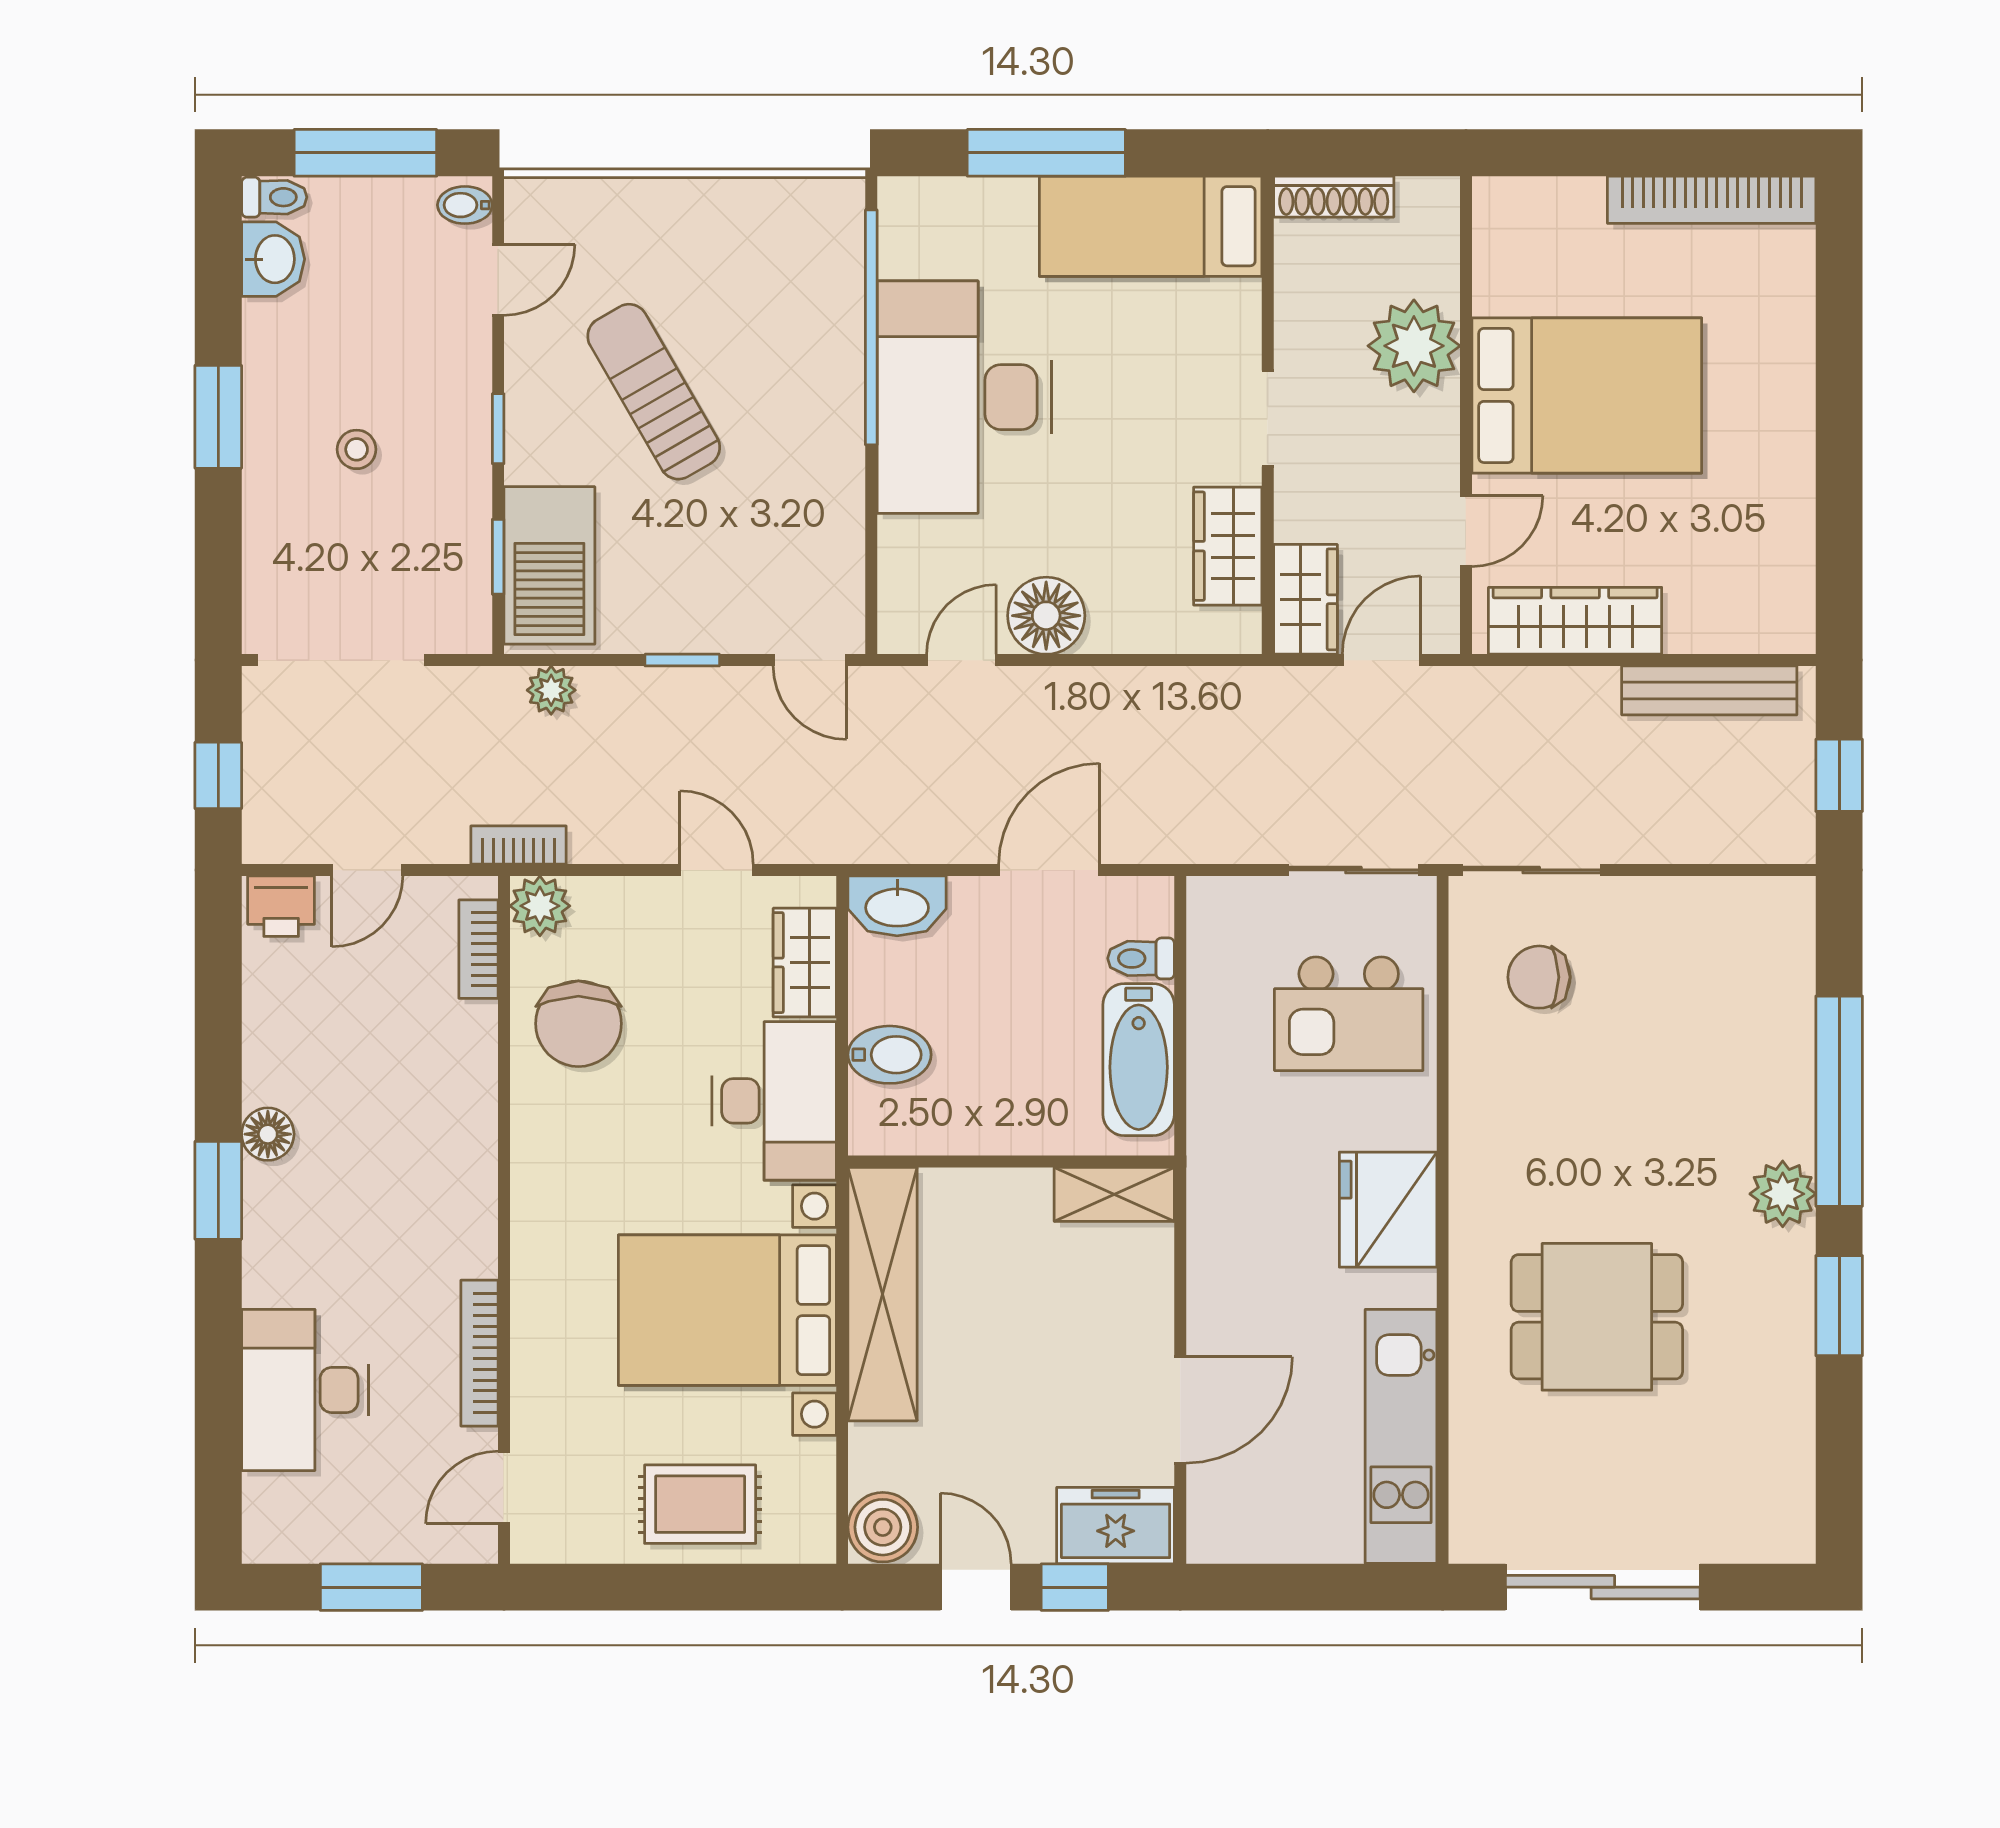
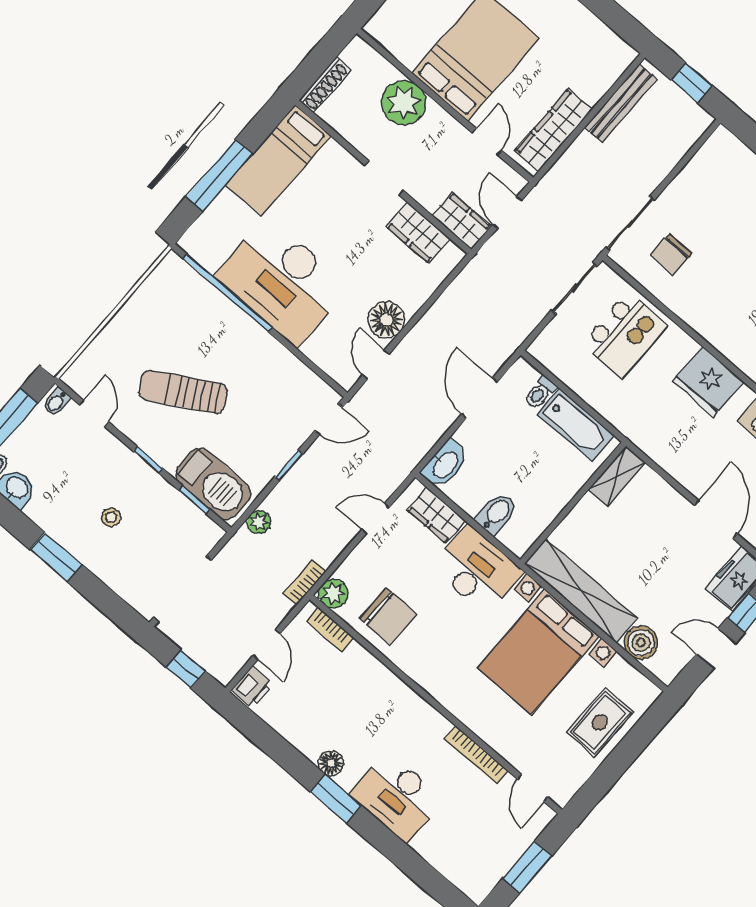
desk: (305, 1390) -> (397, 797), moved
boiler: (883, 1527) -> (641, 643), moved

